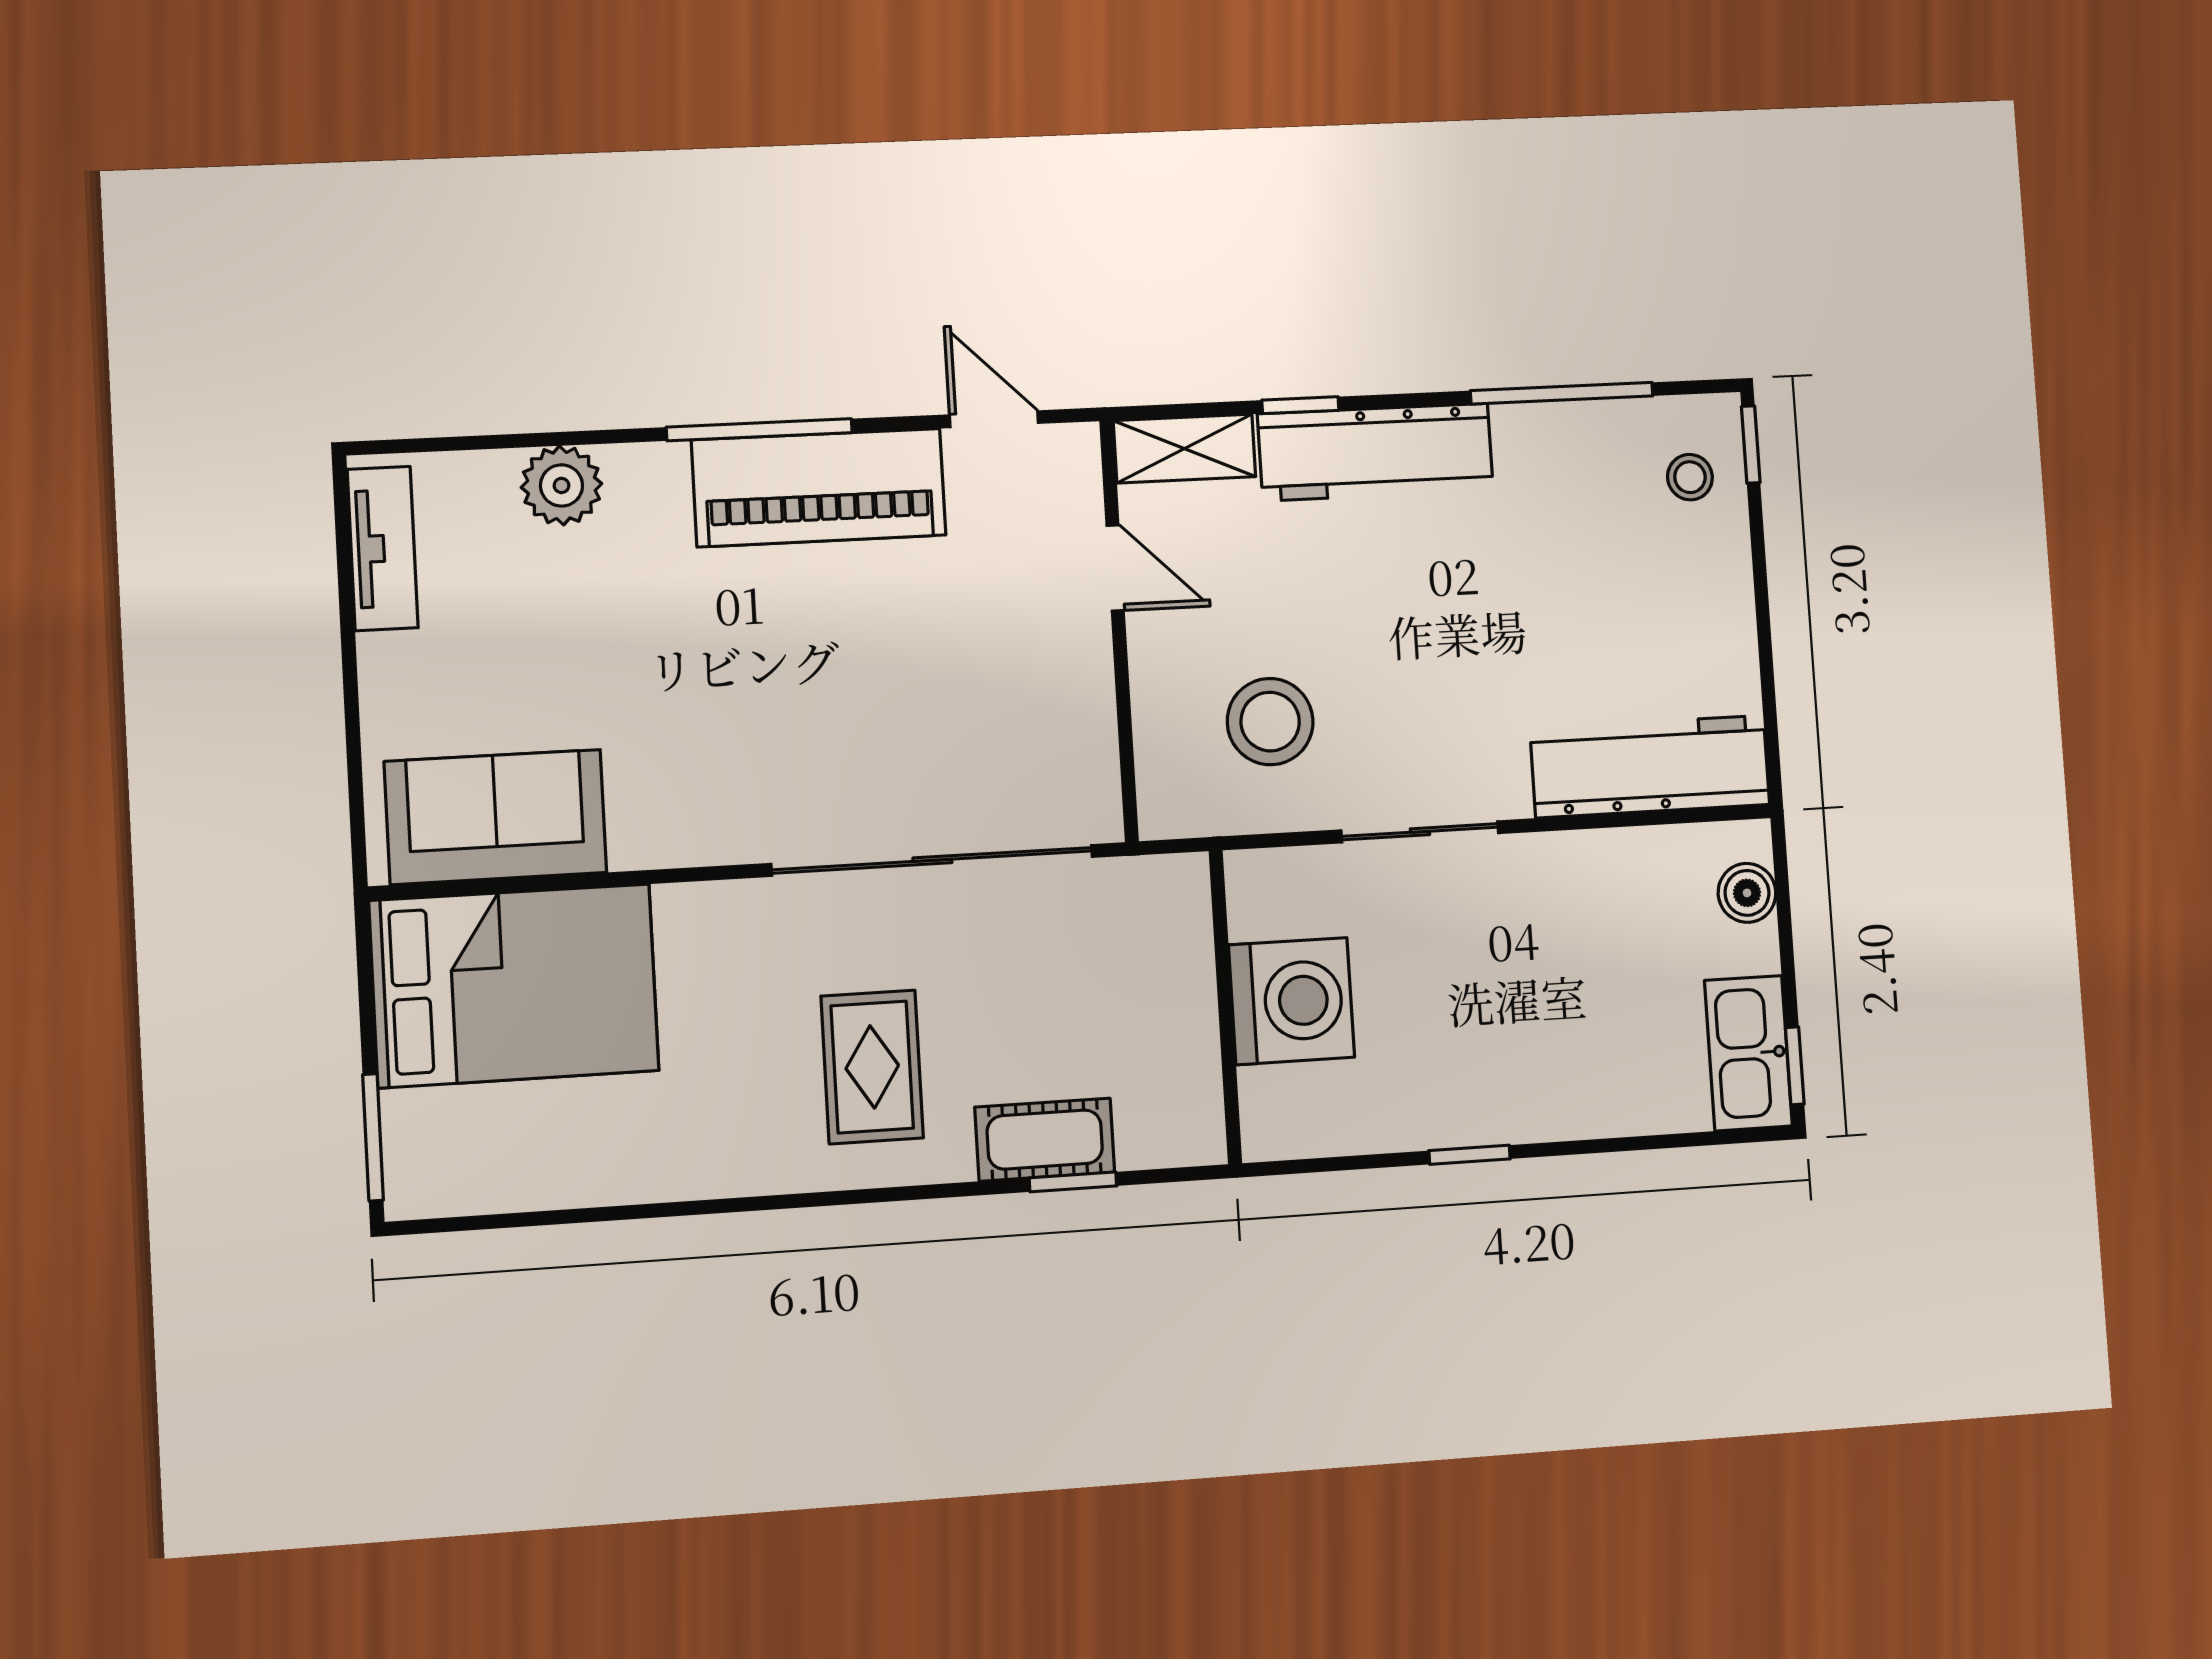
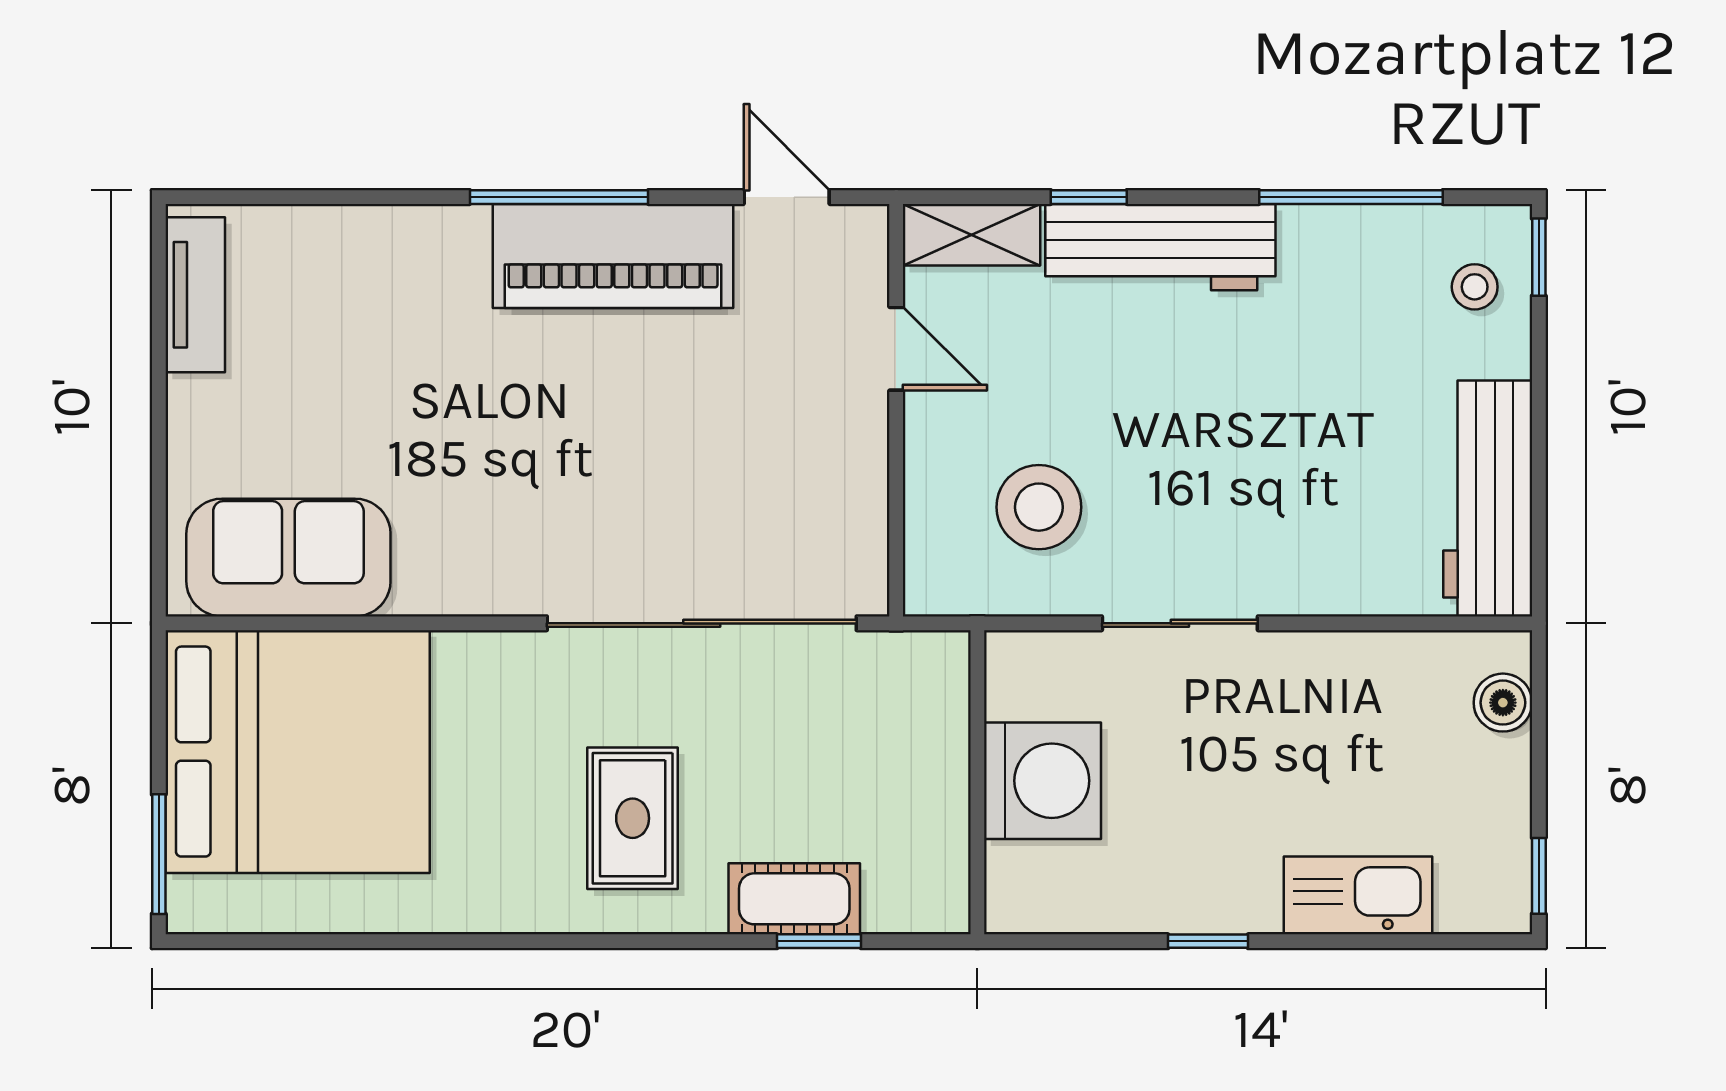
plant: (561, 485) -> (367, 242), removed
workbench: (1650, 766) -> (1488, 498), moved, turned -90
bed: (514, 986) -> (298, 752), width x1.36
kitchen sink: (1748, 1053) -> (1358, 895), moved, turned 90

